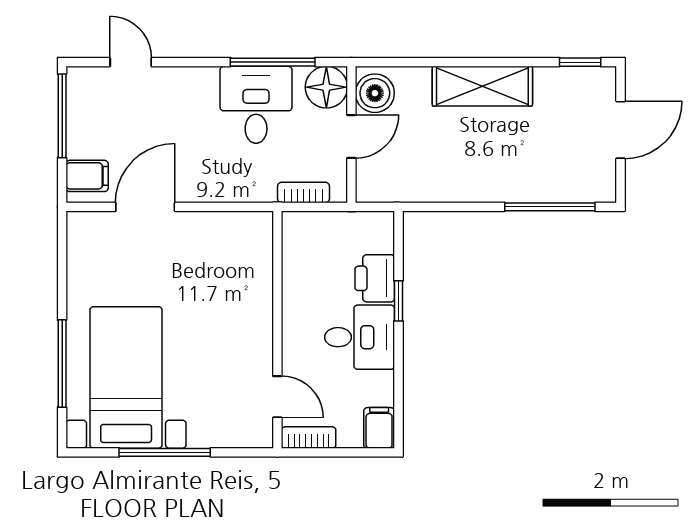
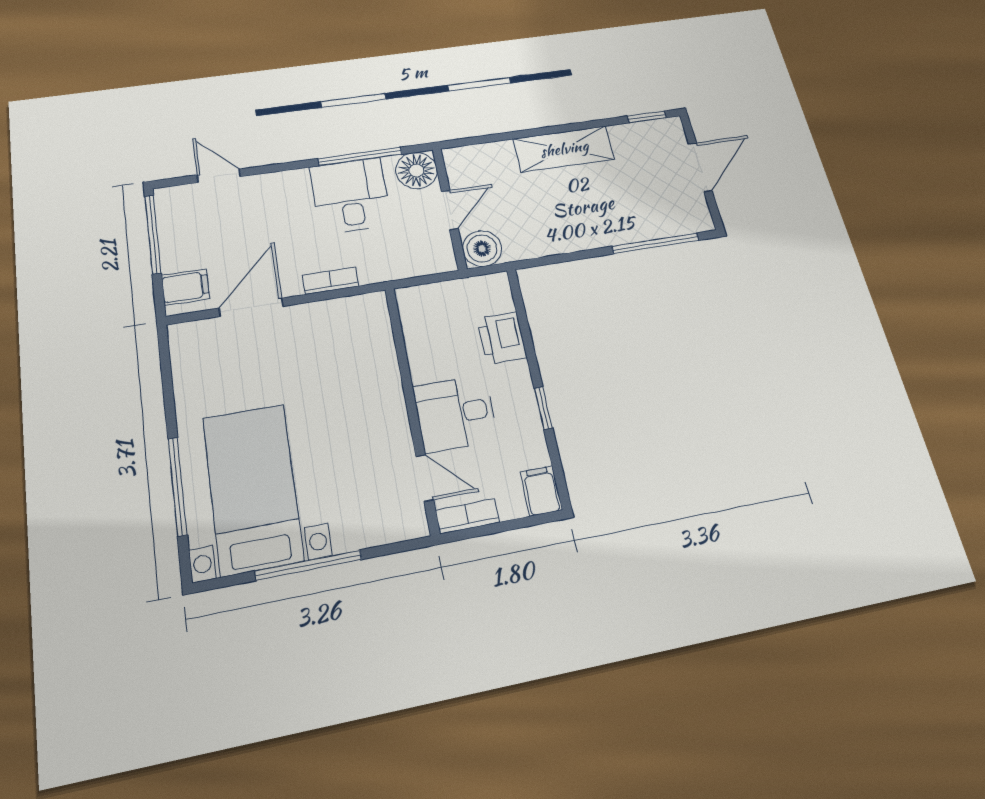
boiler: (375, 93) -> (482, 249), moved
bookcase: (303, 192) -> (331, 281), moved
window: (398, 301) -> (543, 408), moved
desk: (360, 337) -> (455, 413), moved, turned 180

